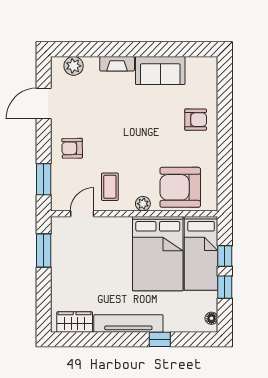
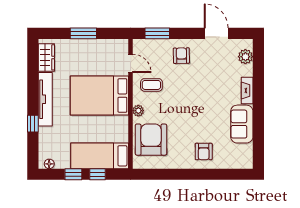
window: (44, 250) -> (83, 33), moved
bed: (158, 254) -> (99, 96), moved

